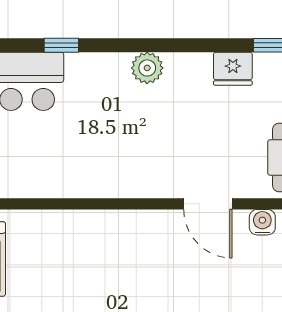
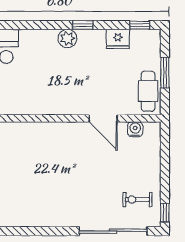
window: (61, 45) -> (83, 25), moved

